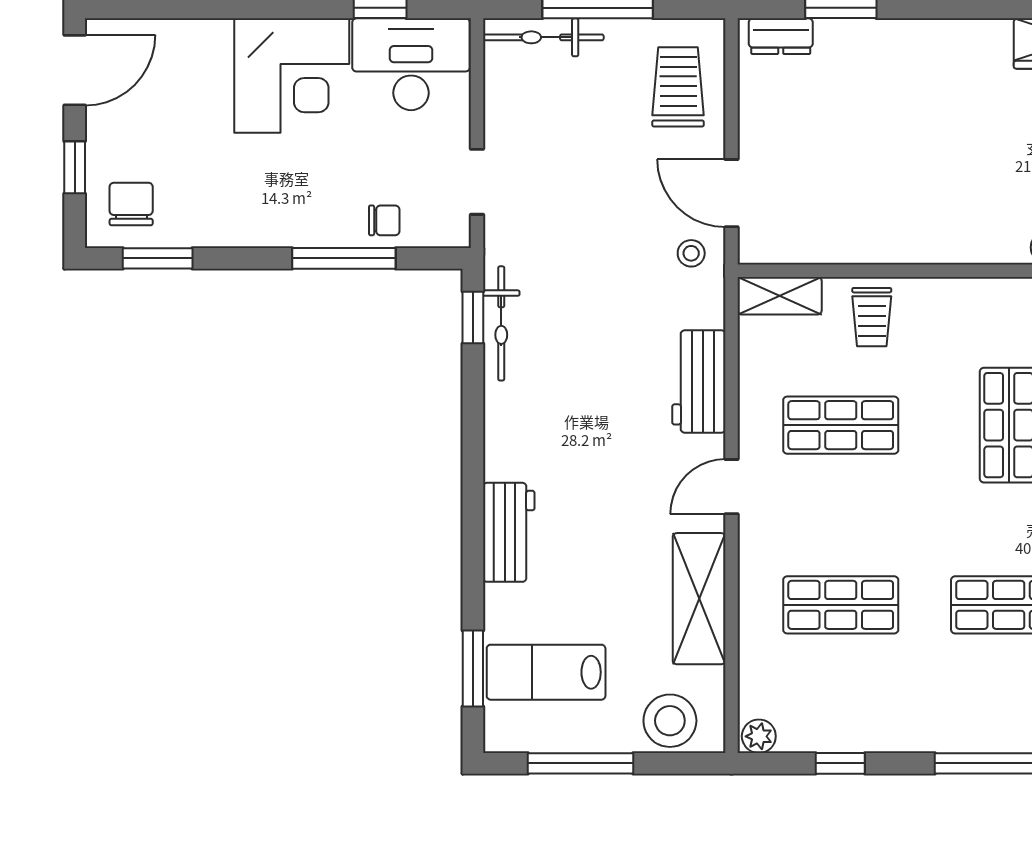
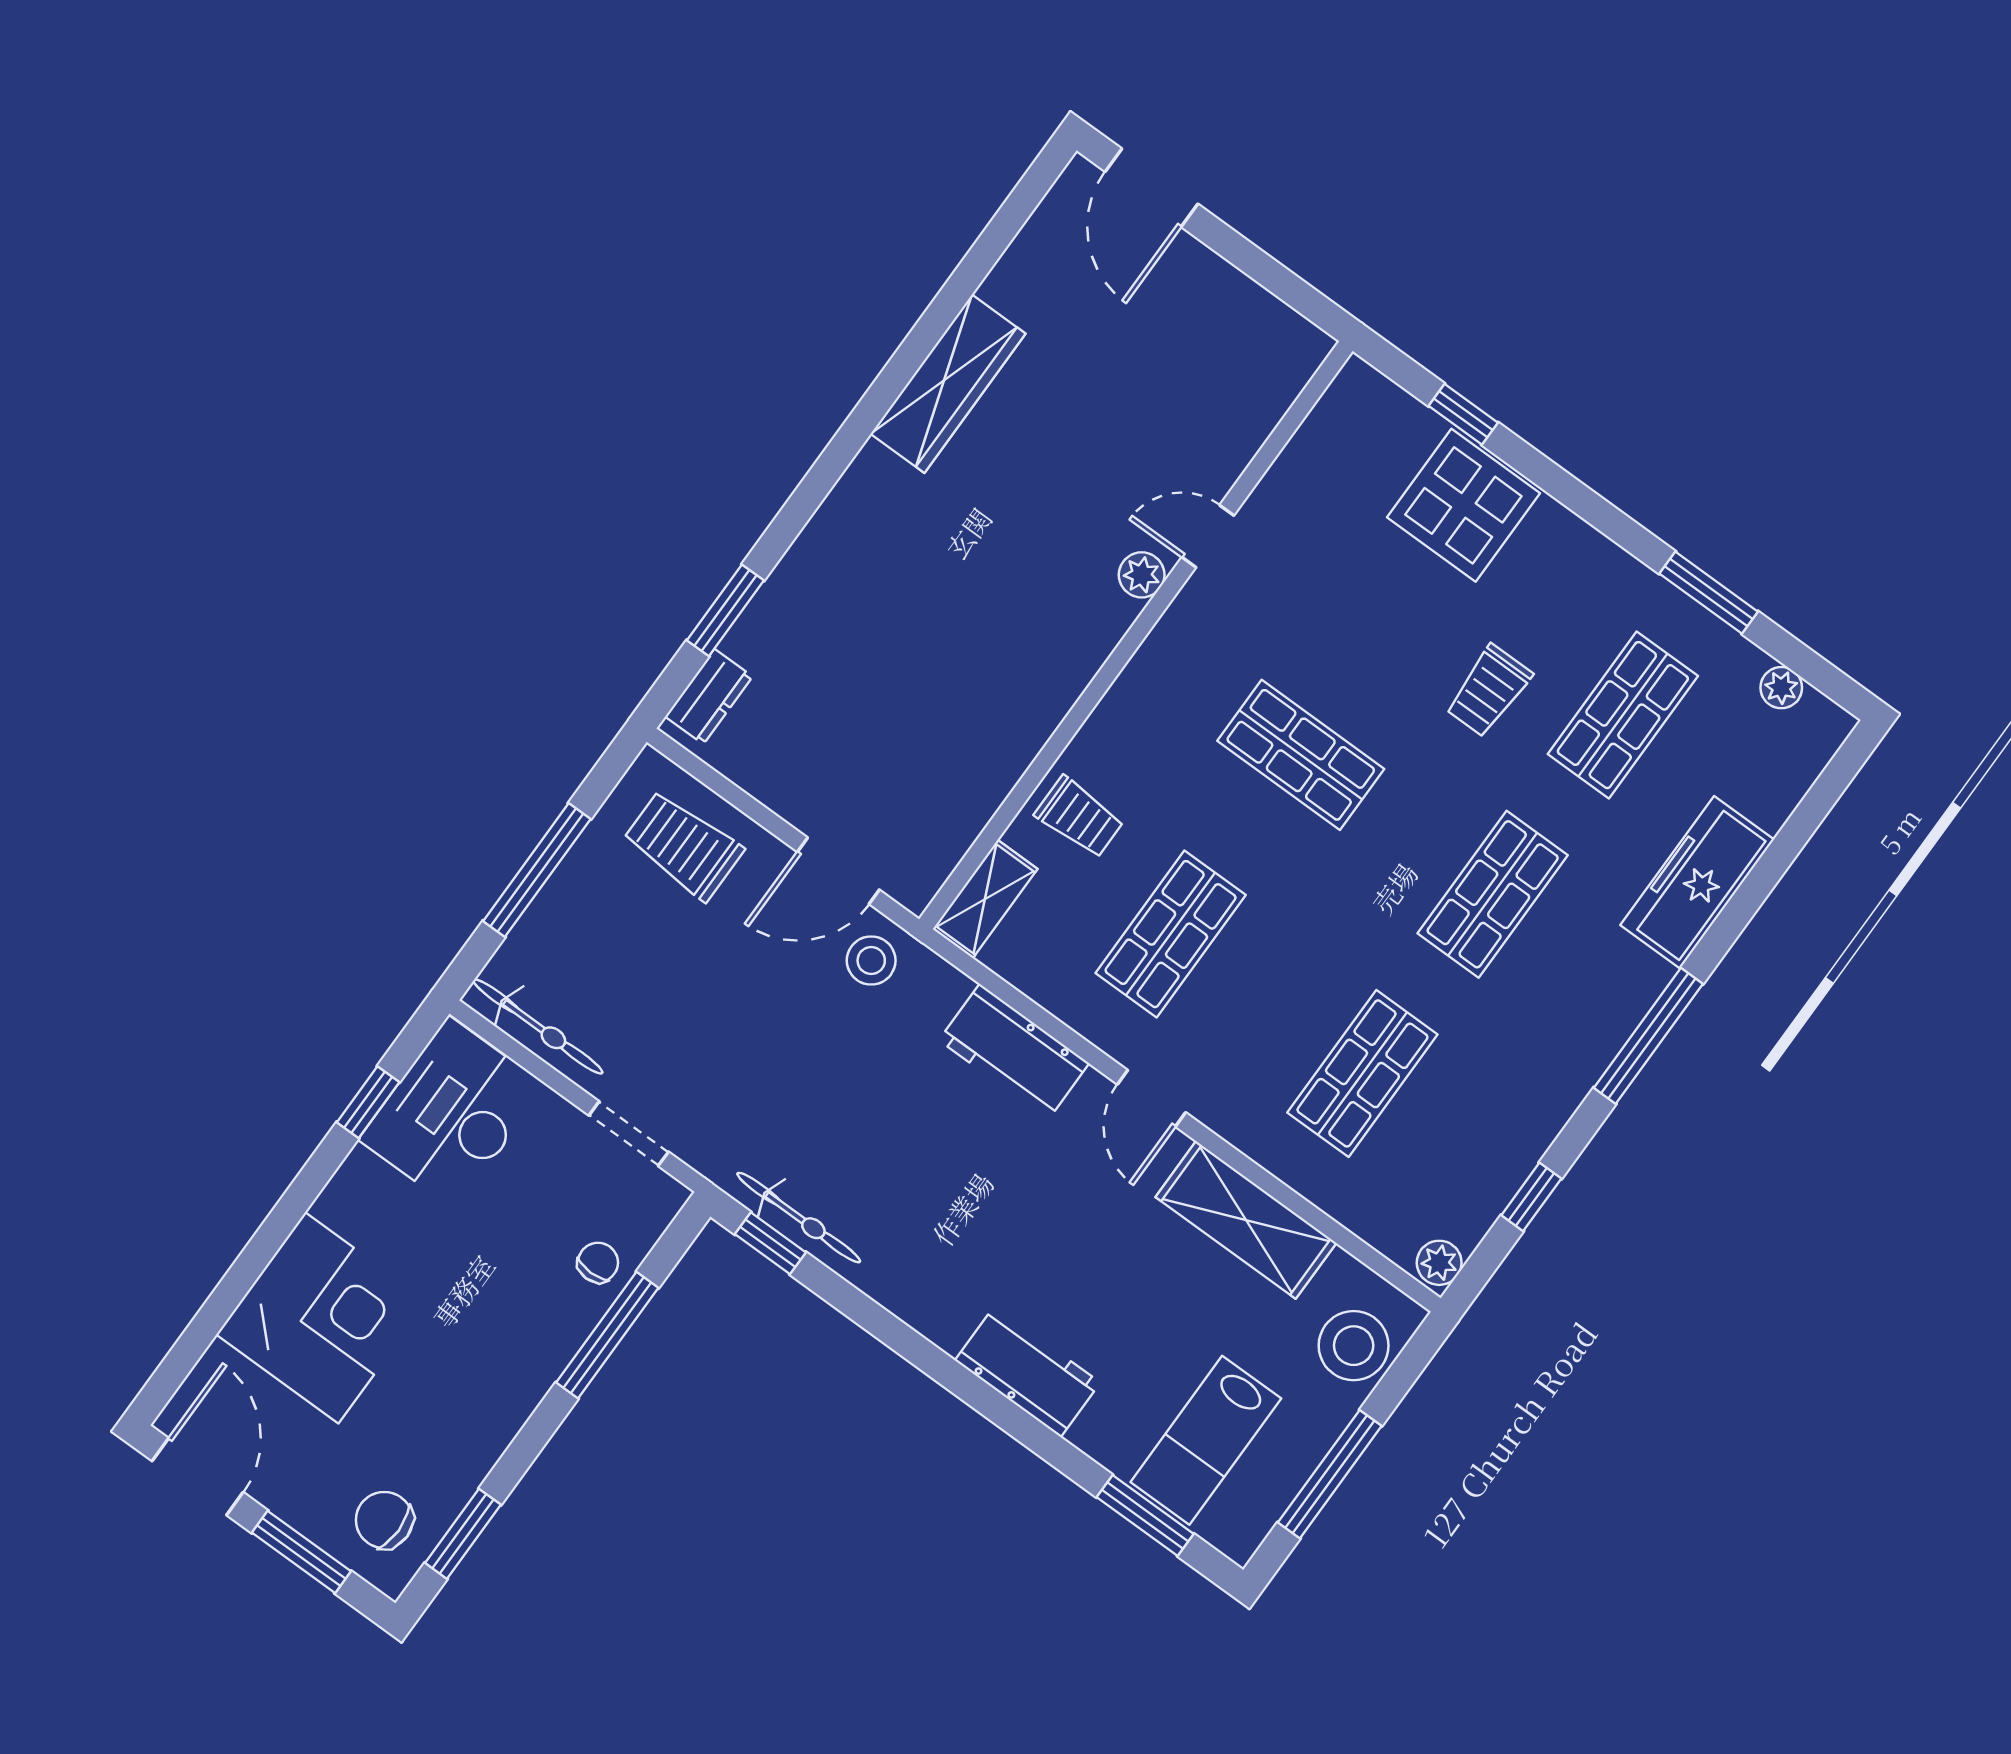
bicycle: (543, 37) -> (538, 1027), moved, turned -90
corner desk: (292, 76) -> (322, 1318), moved
window: (75, 167) -> (301, 1552), width x1.50
stool: (691, 253) -> (871, 960), width x1.37, depth x1.37

